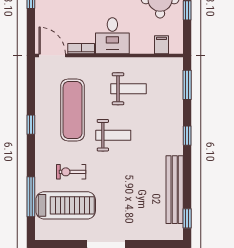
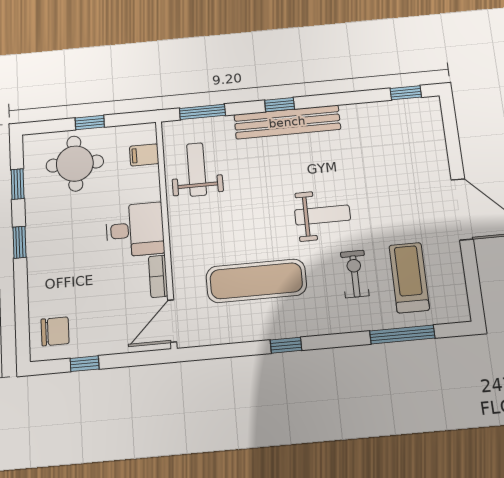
weight bench: (129, 89) -> (197, 169), moved
weight bench: (113, 135) -> (323, 215), moved, turned 90
exercise bike: (71, 172) -> (355, 274), turned 180
bench: (175, 190) -> (287, 122), moved
treadmill: (66, 205) -> (409, 278), width x0.73, depth x0.73

